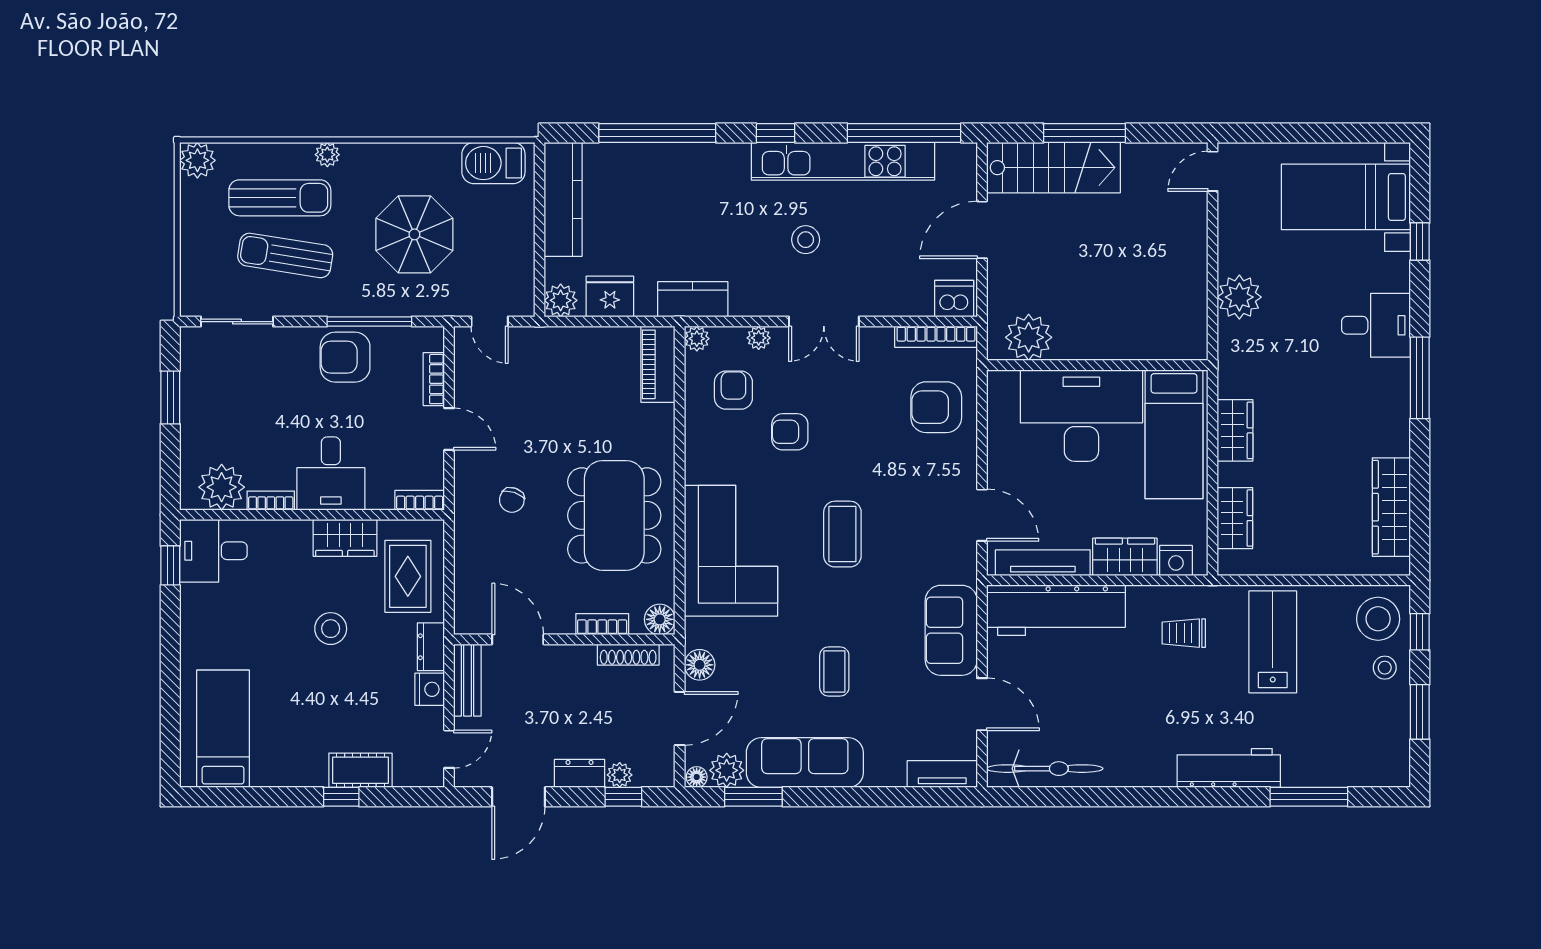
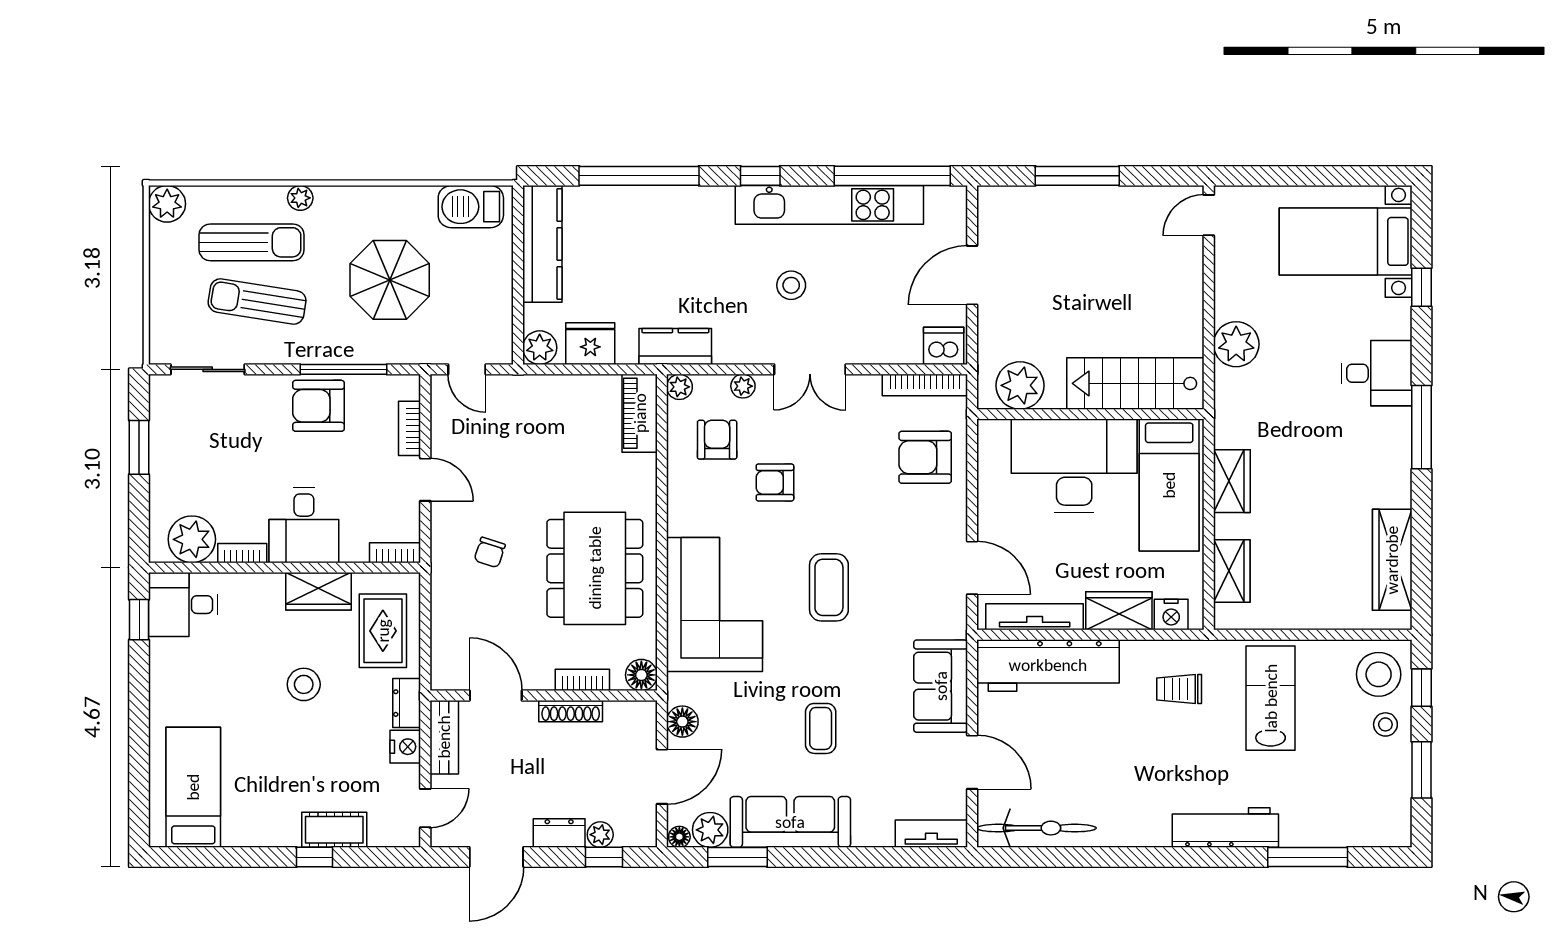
stairs: (1053, 168) -> (1135, 383), moved, turned 180
shoe rack: (628, 655) -> (571, 711), moved

